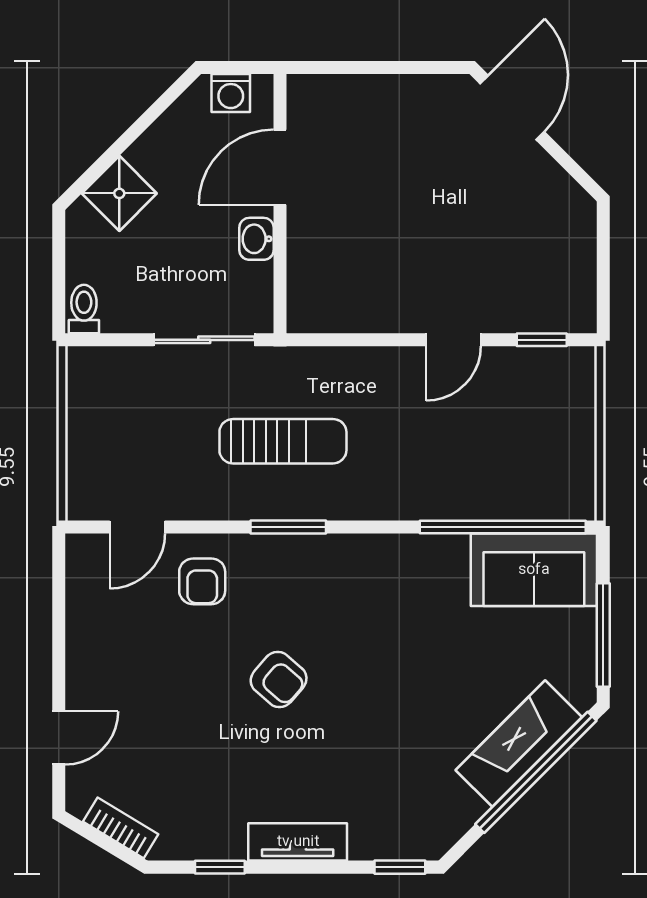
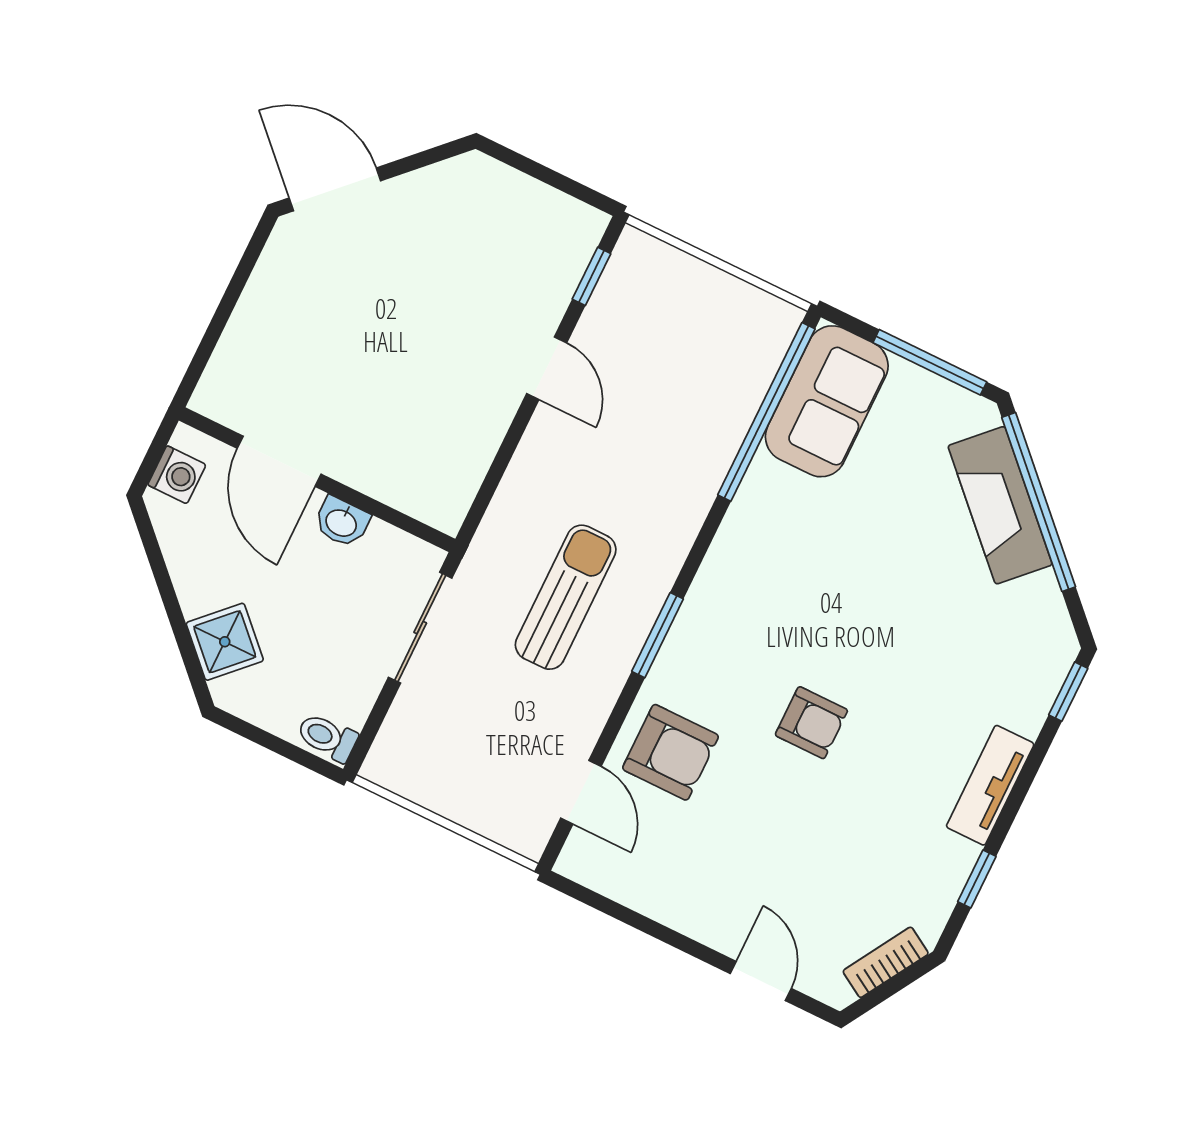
armchair: (202, 581) -> (671, 752), width x1.38, depth x1.38
armchair: (279, 680) -> (811, 723), turned 49

